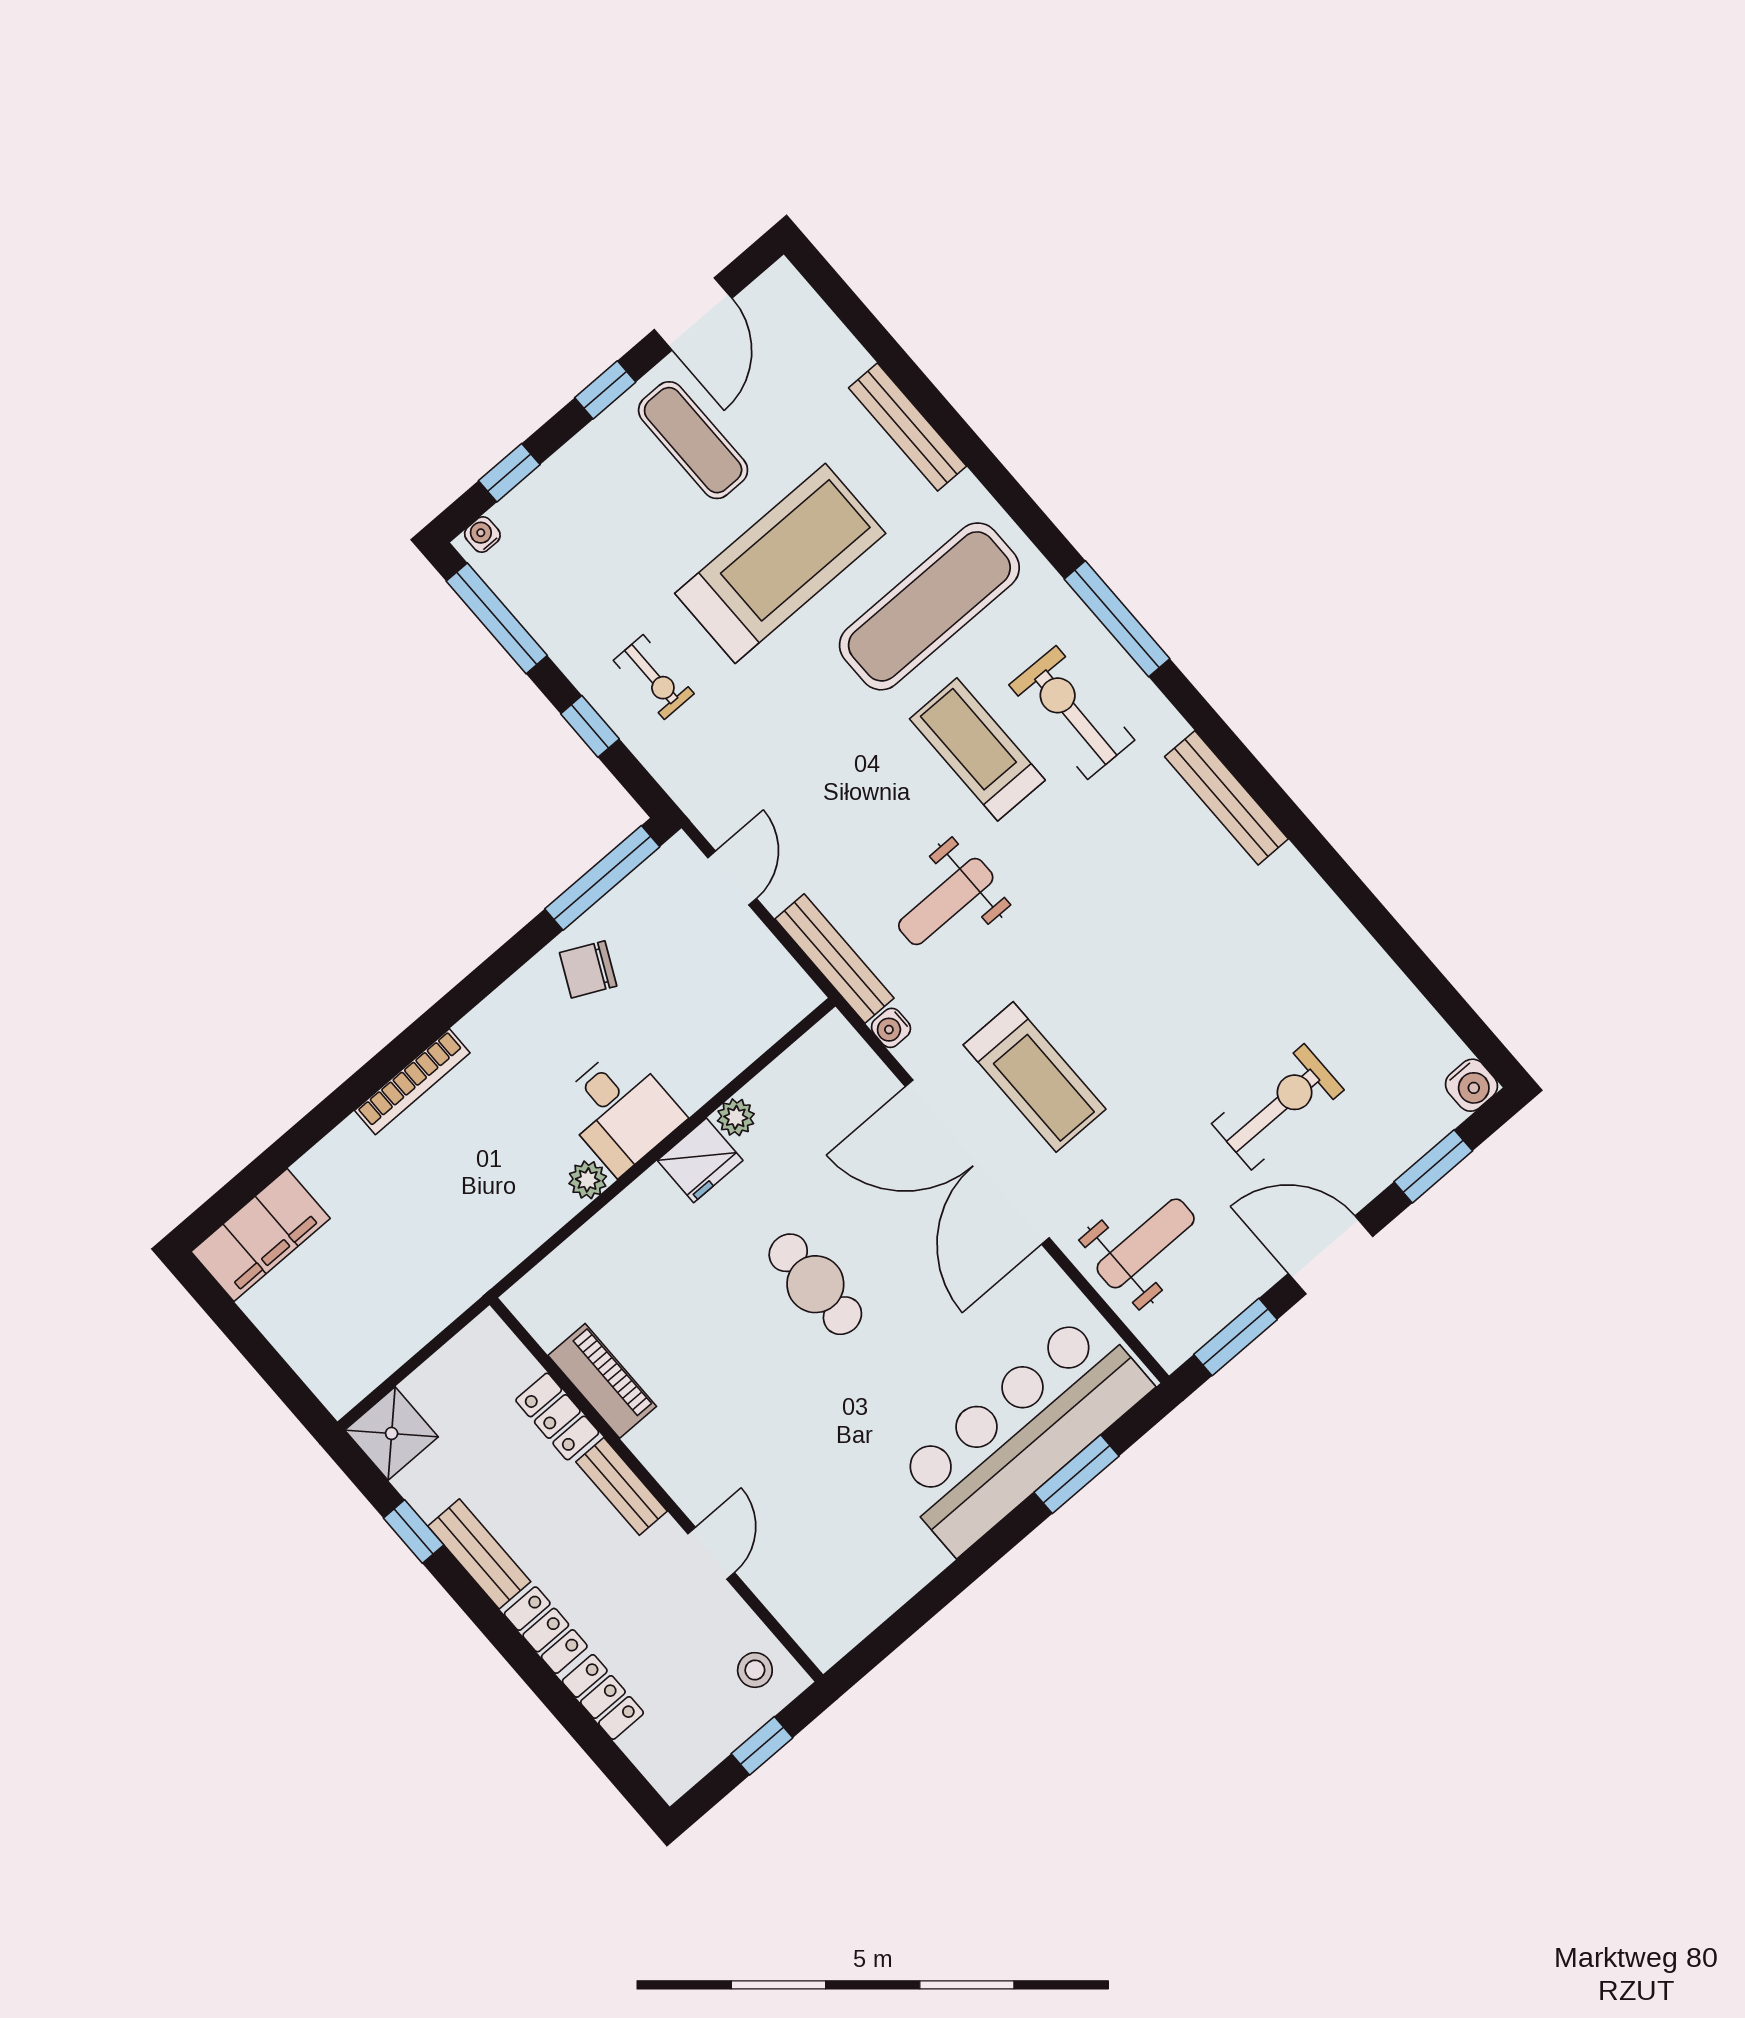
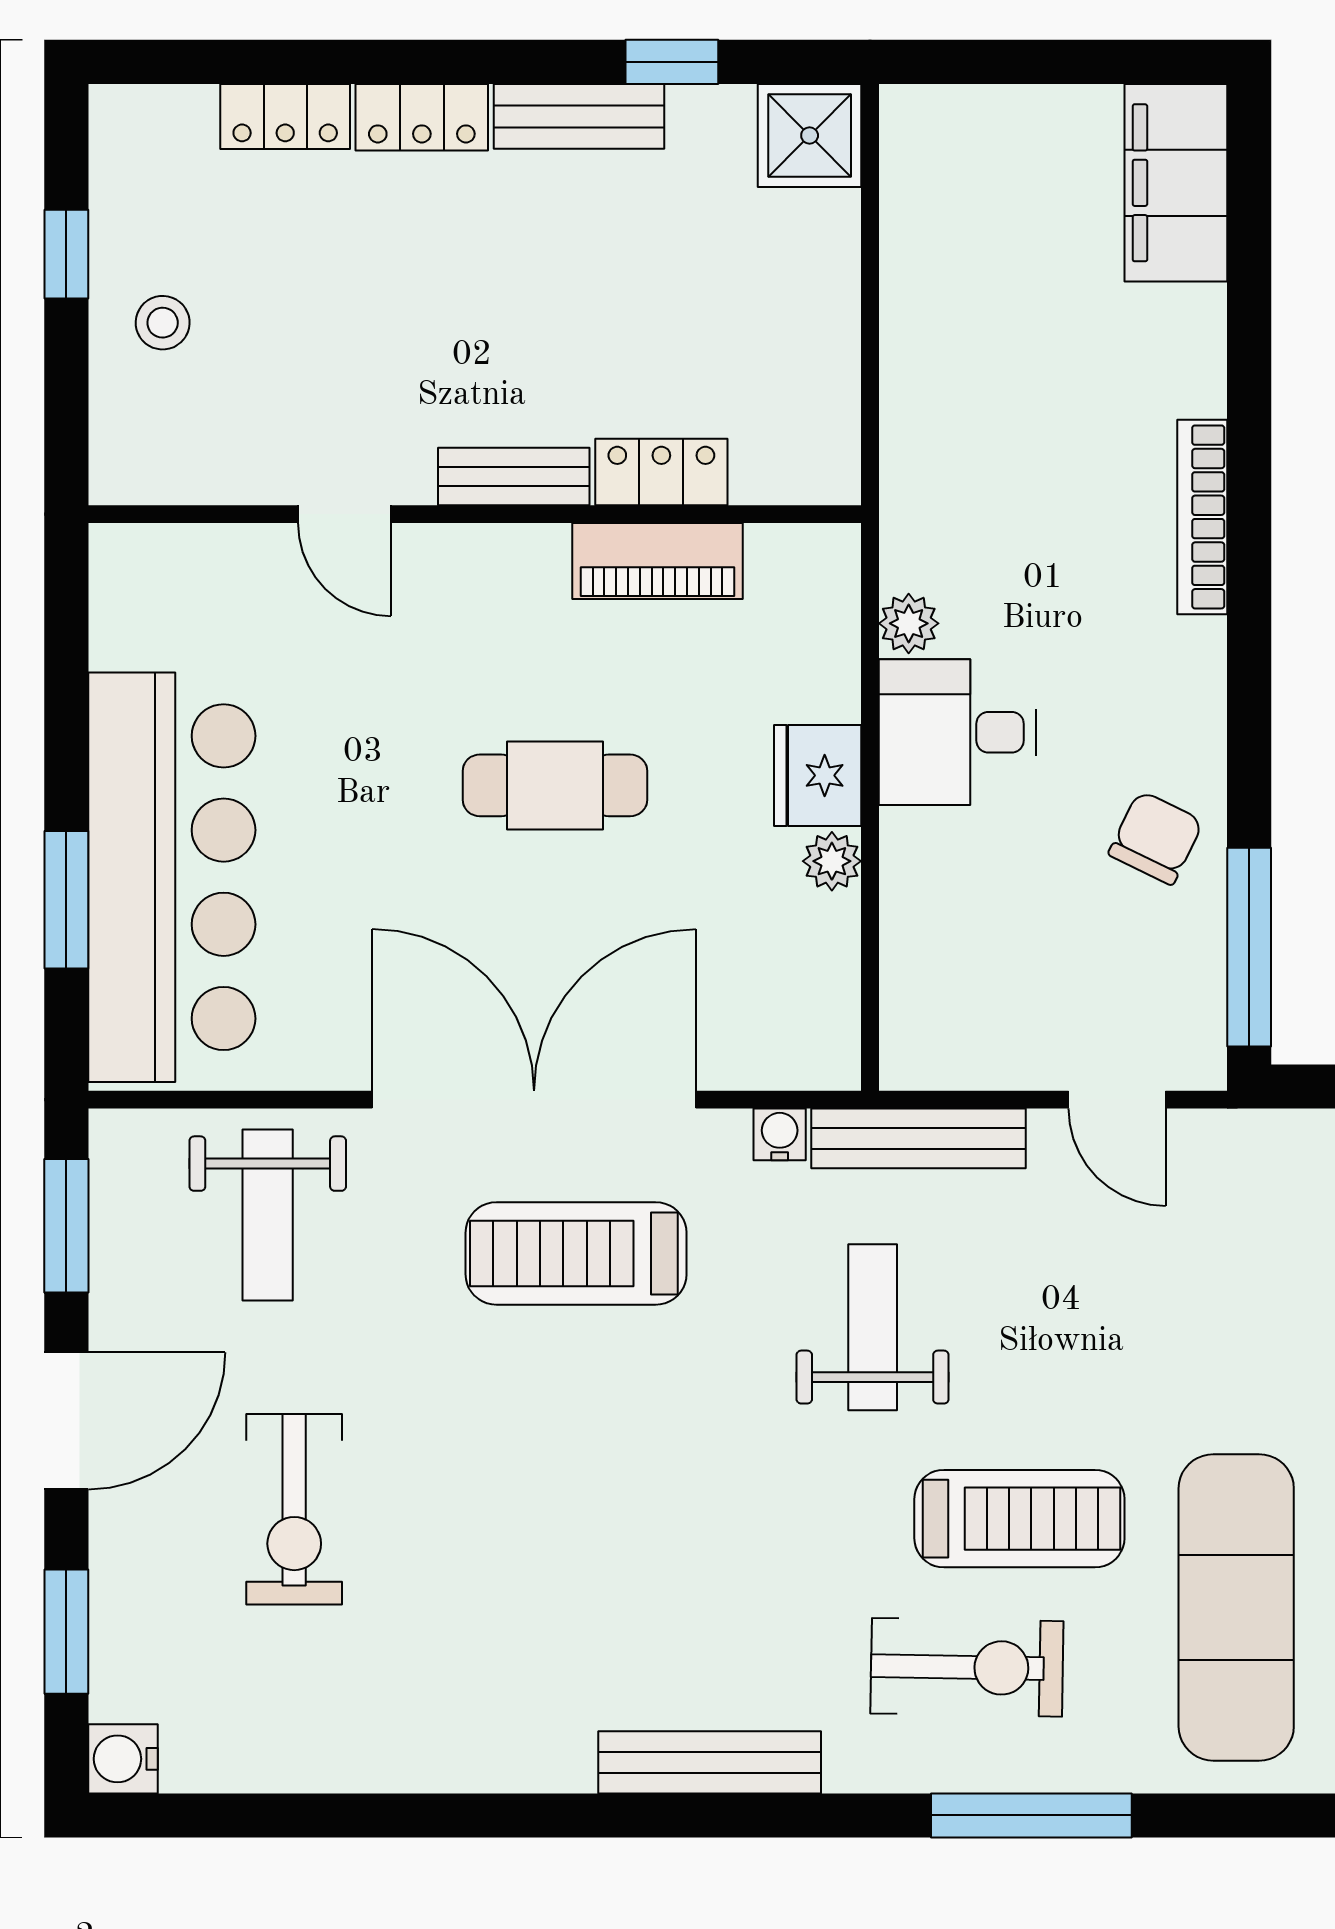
piano: (602, 1381) -> (658, 561), moved
locker: (557, 1416) -> (661, 472), moved
bench: (622, 1486) -> (514, 477), moved
wall: (656, 1490) -> (475, 514), moved
door: (711, 1553) -> (344, 514), moved

